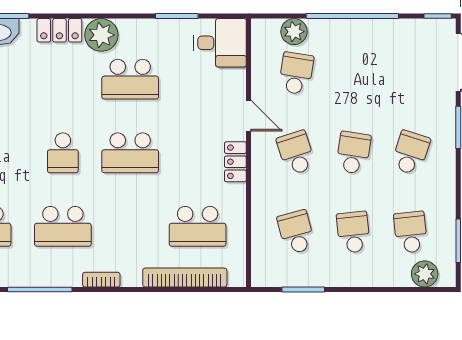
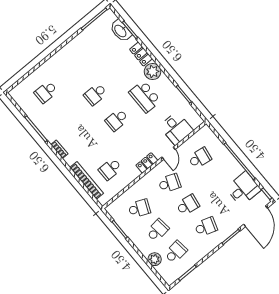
plant: (294, 32) -> (215, 144), removed
desk: (220, 43) -> (176, 128), moved
desk: (400, 46) -> (243, 189), added
school desk: (130, 153) -> (117, 120), width x0.54
school desk: (296, 153) -> (170, 183), turned 39
school desk: (63, 226) -> (67, 118), removed
school desk: (198, 226) -> (110, 169), width x0.54
school desk: (296, 232) -> (139, 208), turned 39
plant: (425, 274) -> (155, 259), moved

